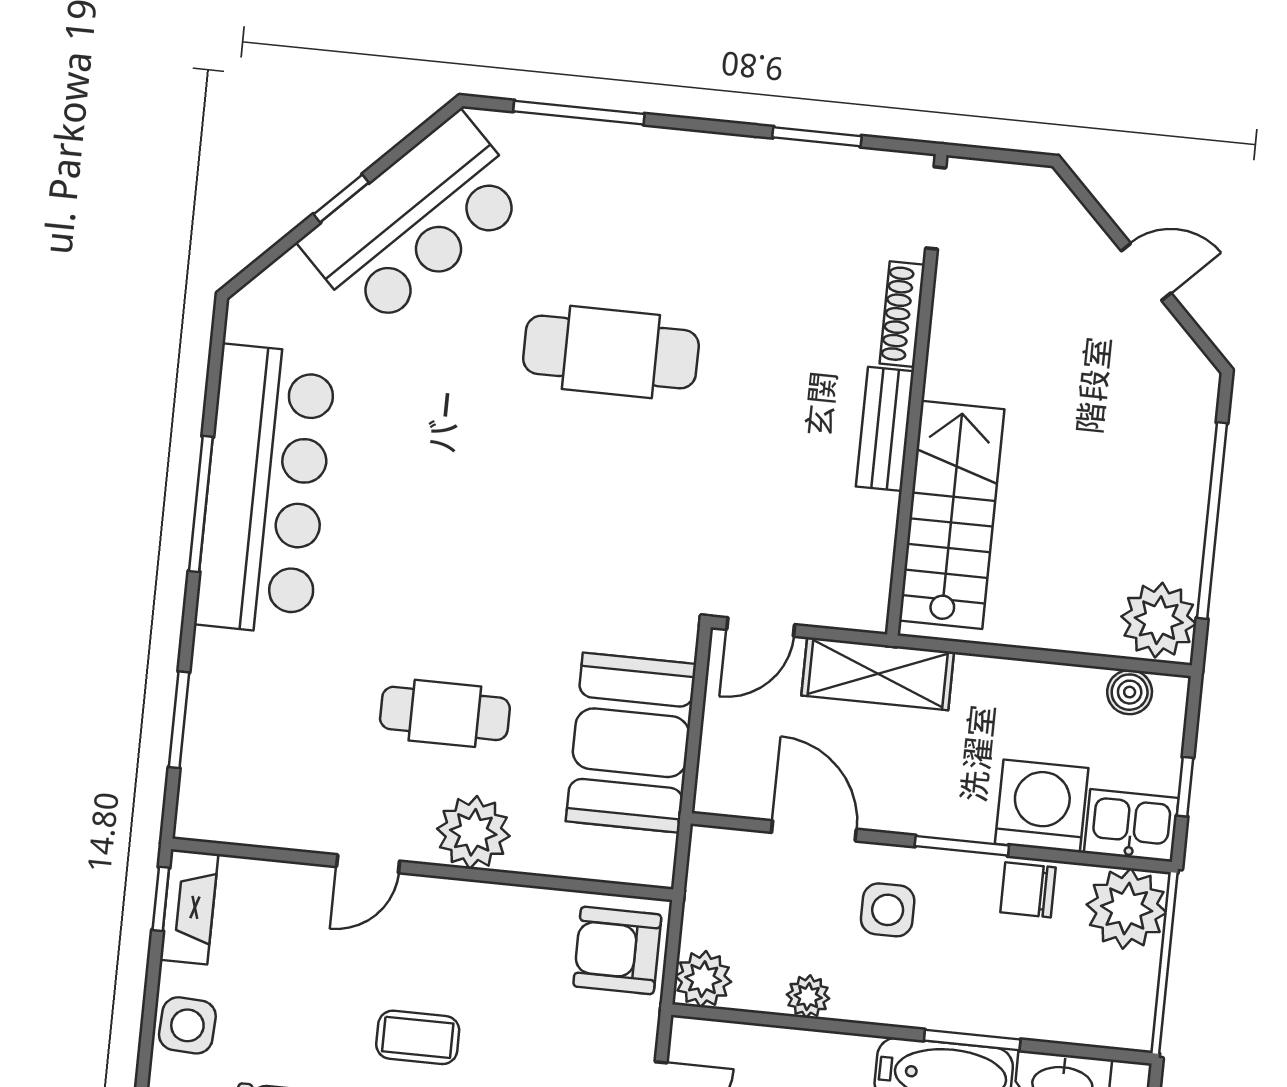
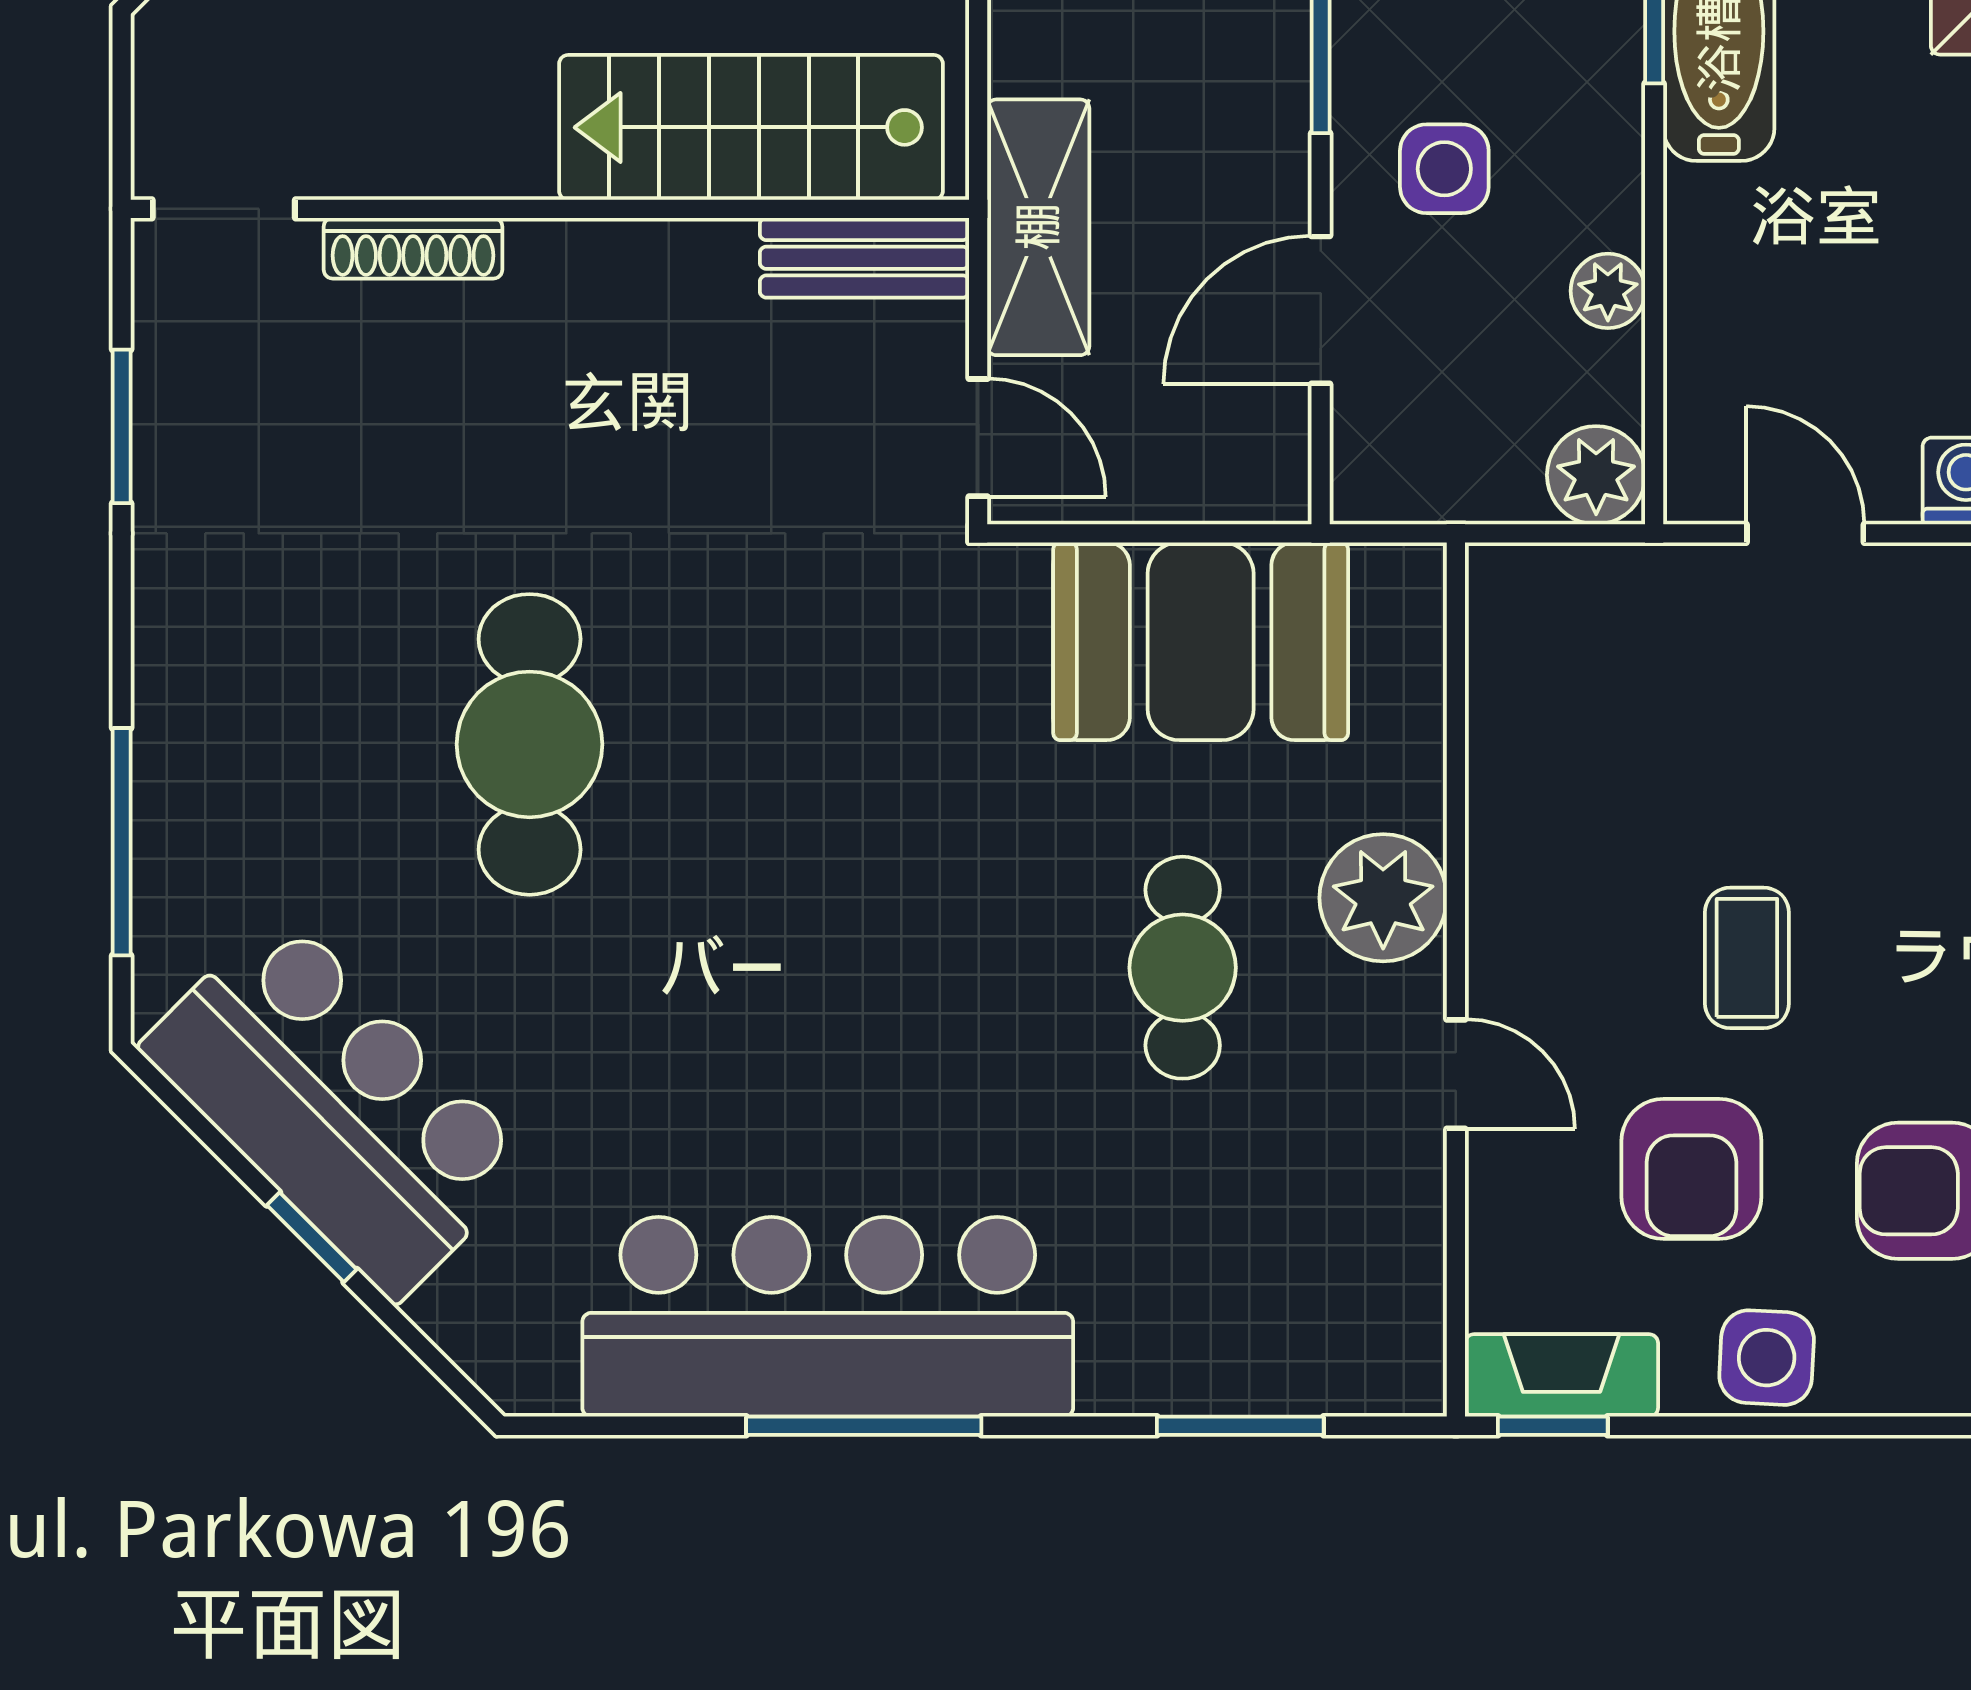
bench: (885, 429) -> (864, 258), moved
armchair: (617, 950) -> (1691, 1169), moved

